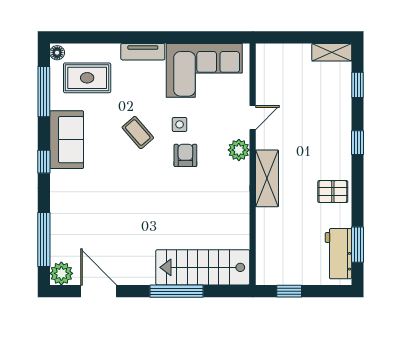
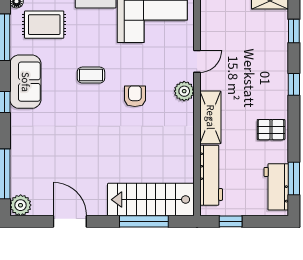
side table: (180, 124) -> (130, 68), removed
coffee table: (138, 133) -> (91, 75), turned -49
workbench: (268, 241) -> (211, 175), added
door: (99, 291) -> (70, 221), moved
window: (176, 291) -> (144, 221), moved

